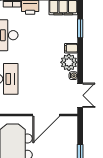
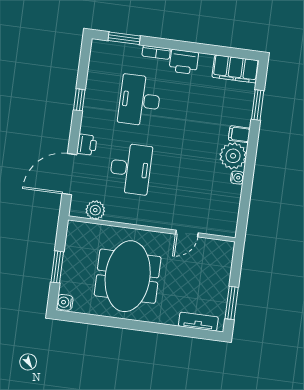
double door: (80, 95) -> (244, 210), removed
door: (46, 115) -> (187, 233), width x0.53

